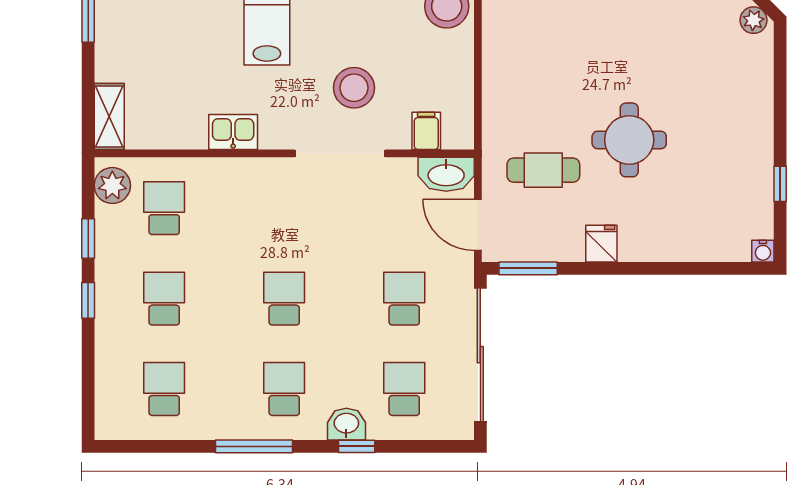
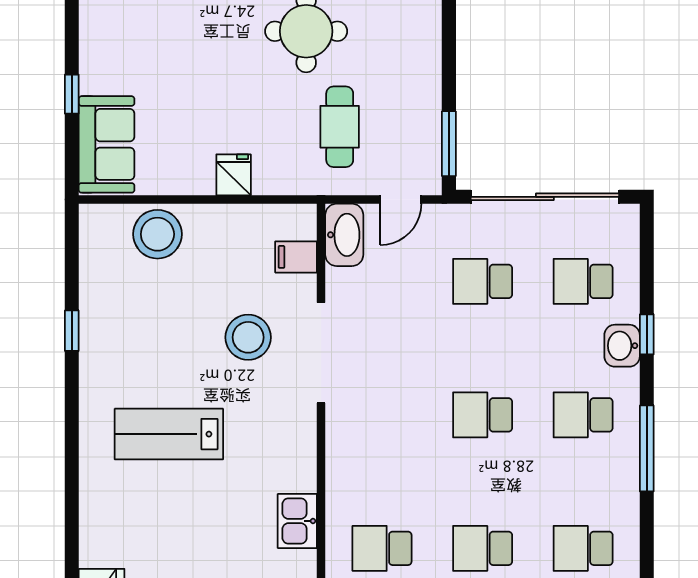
kitchen sink: (233, 132) -> (297, 521), moved
door: (478, 225) -> (401, 200), width x0.73
fridge: (601, 244) -> (234, 175), moved, turned 90

